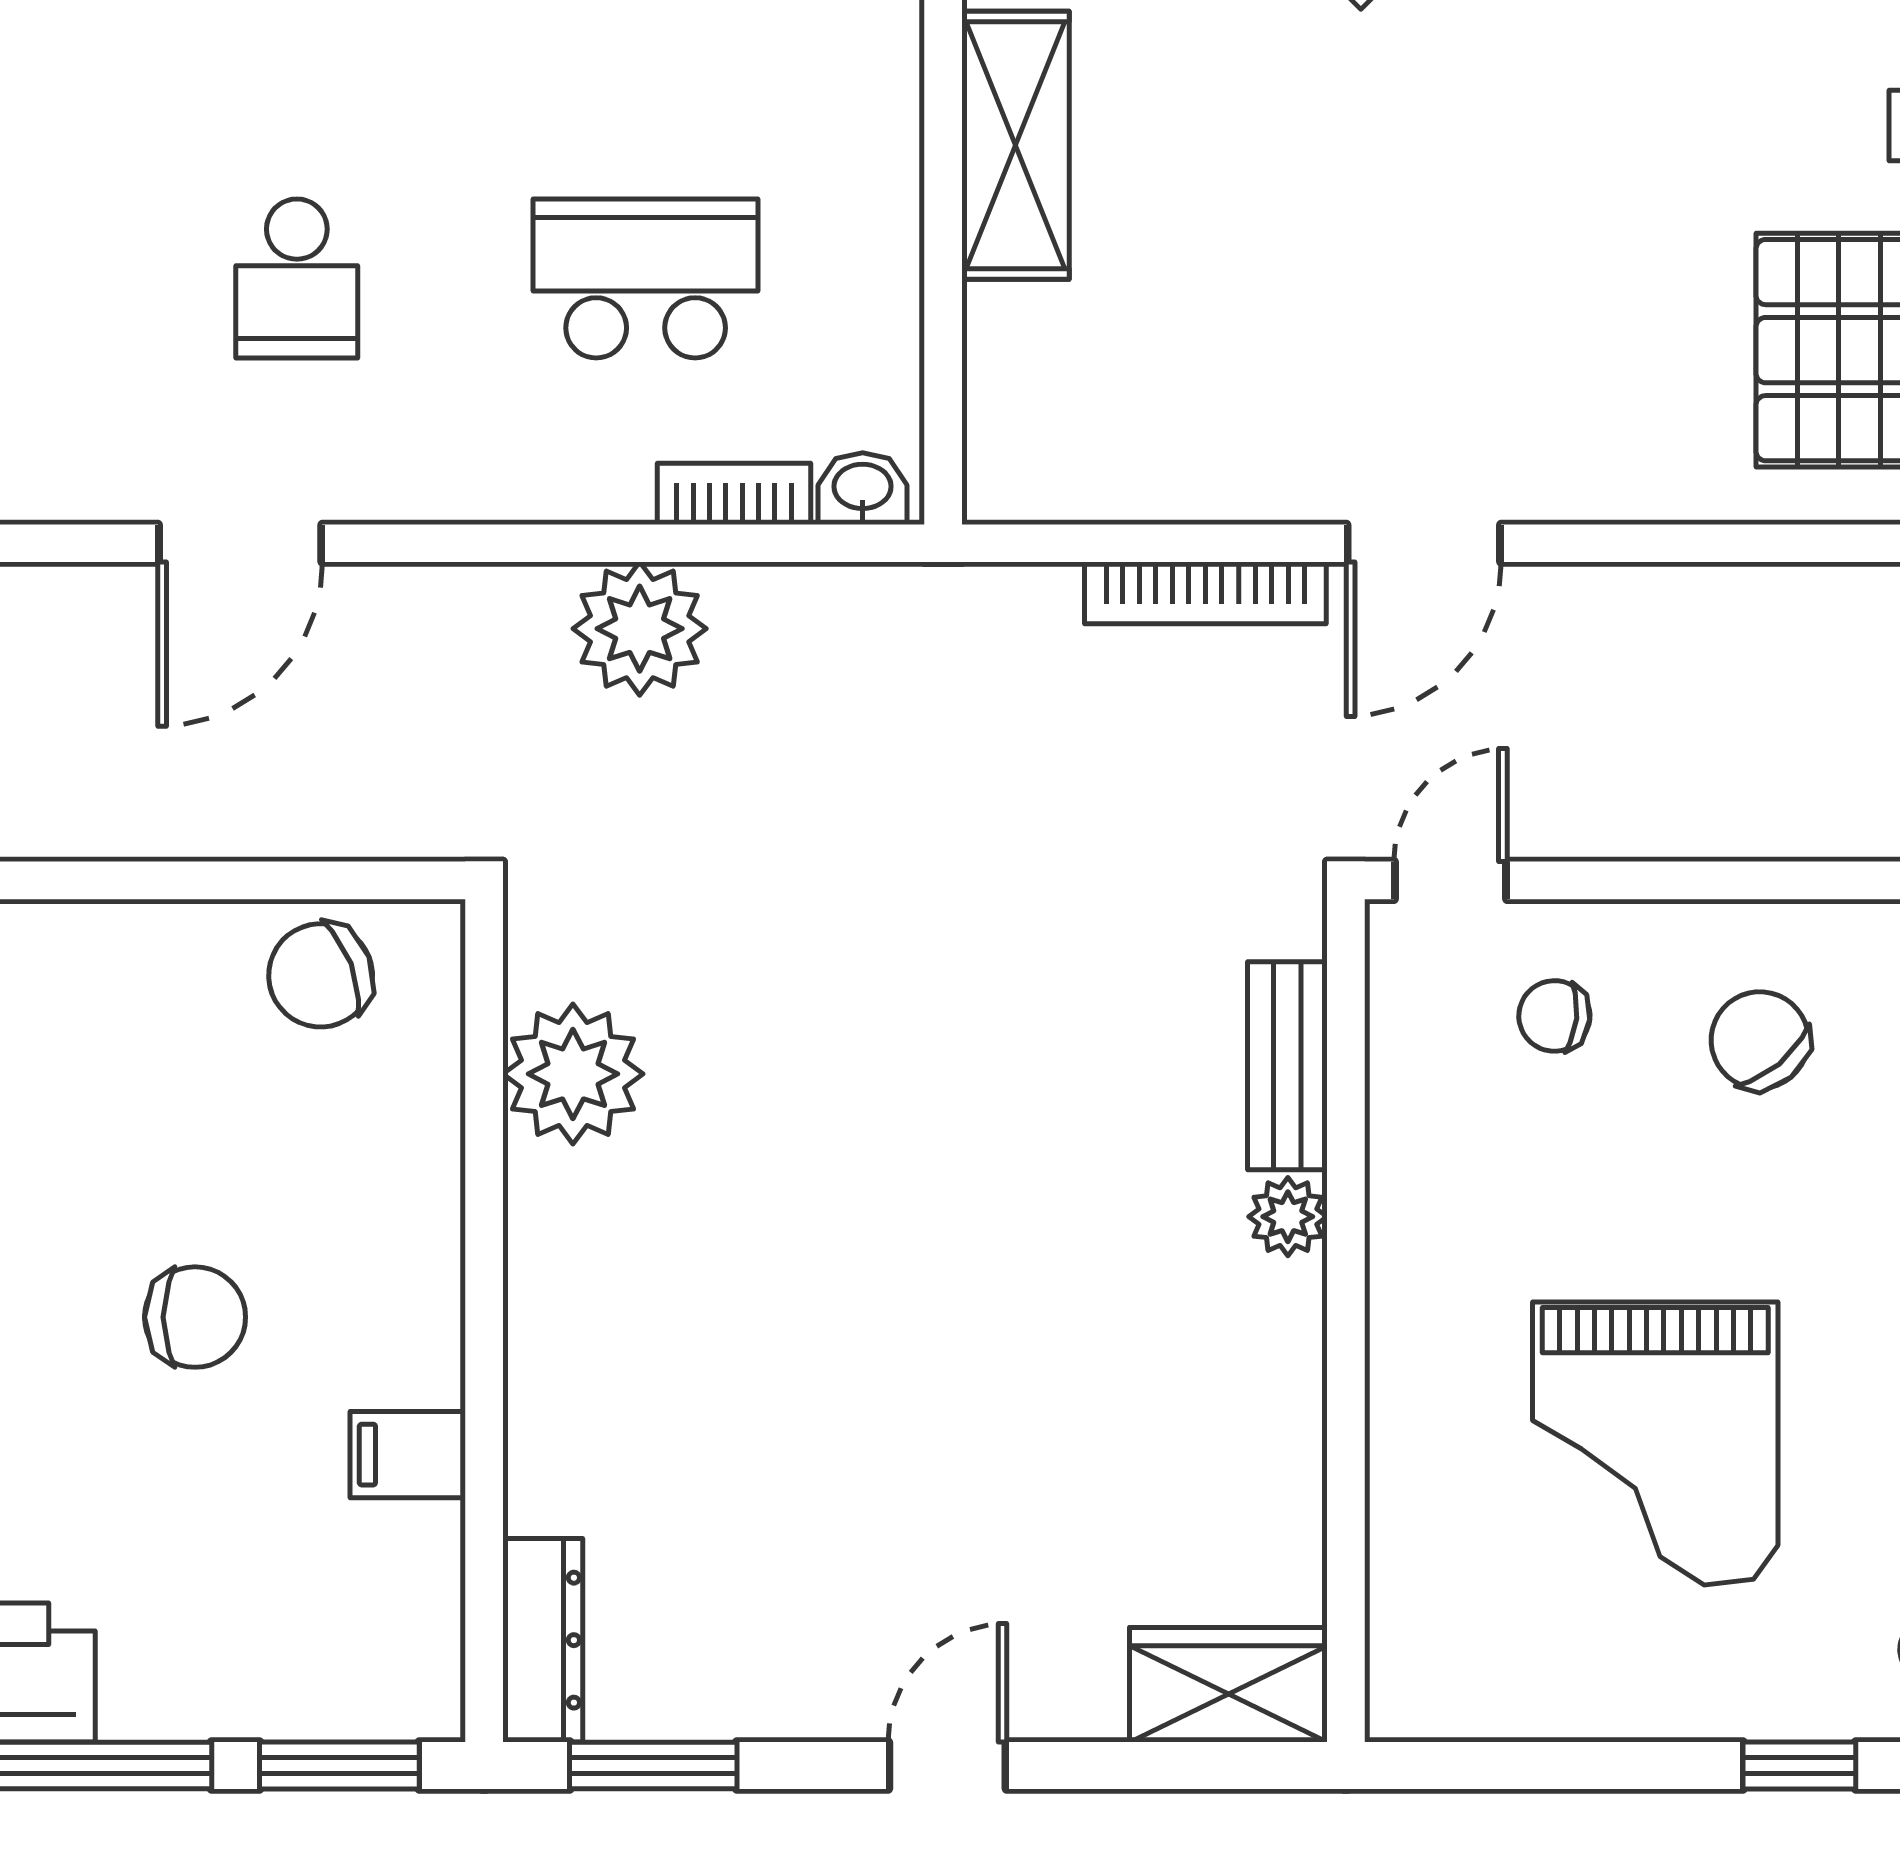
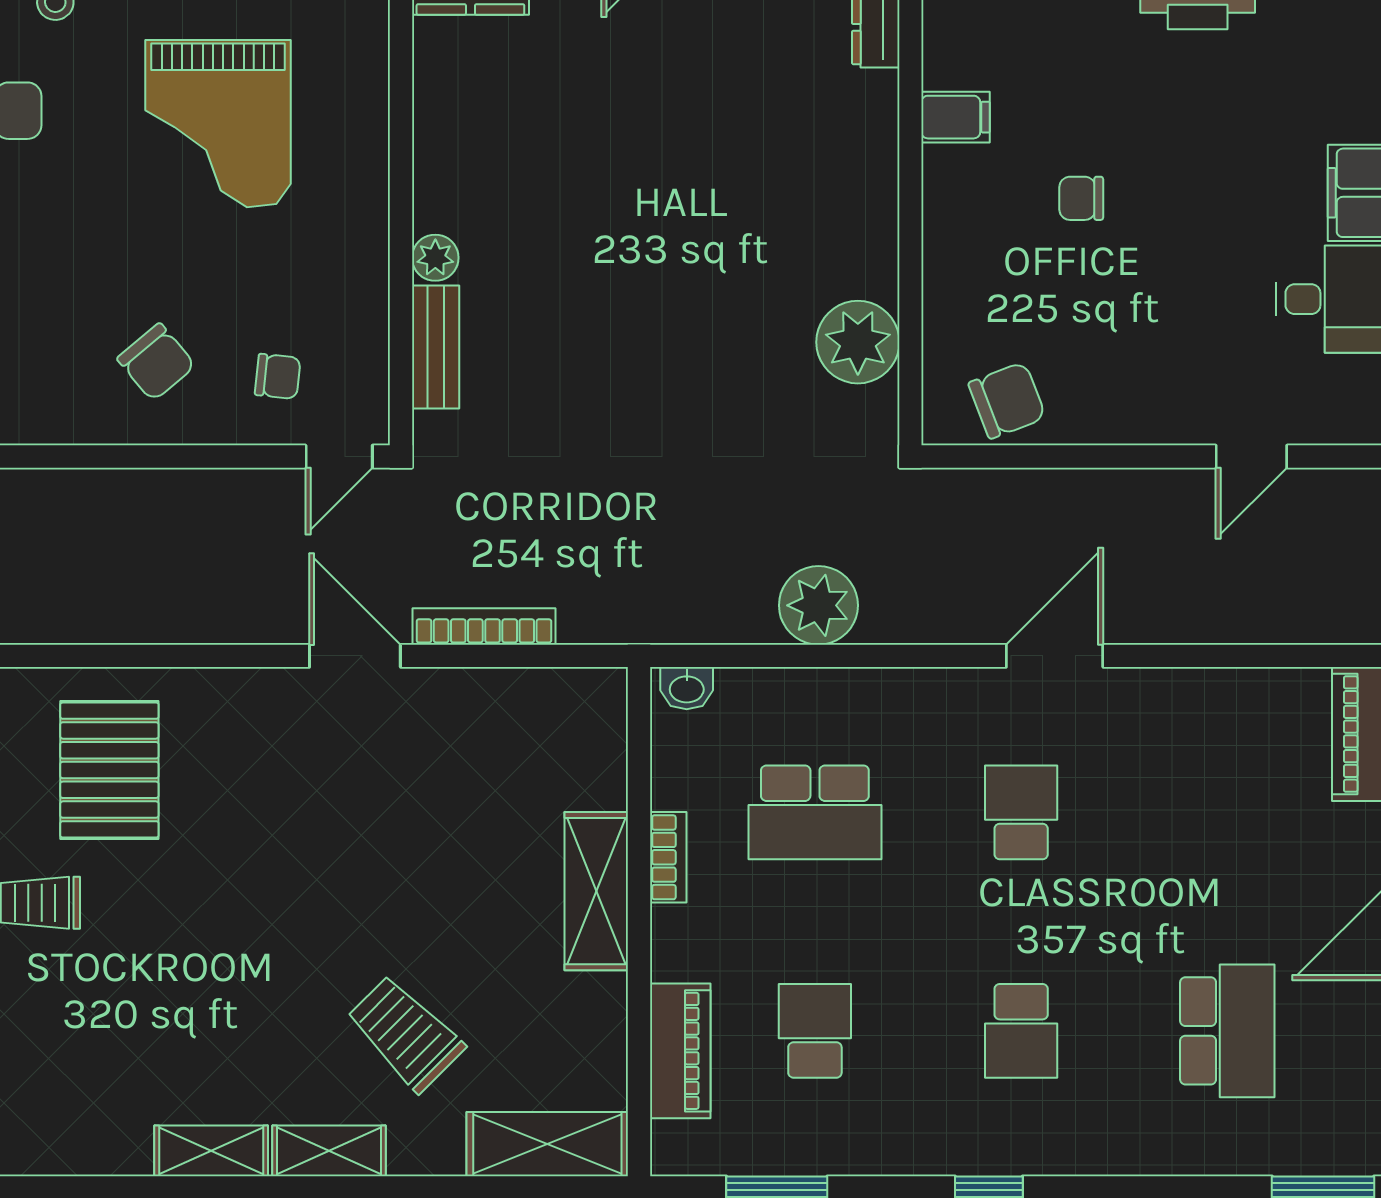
bookcase: (734, 494) -> (668, 857), moved, turned -90
door: (1424, 543) -> (355, 656), hinge flipped
chair: (195, 1317) -> (1081, 198), width x0.73, depth x0.73
grand piano: (1655, 1443) -> (218, 124), turned 180

